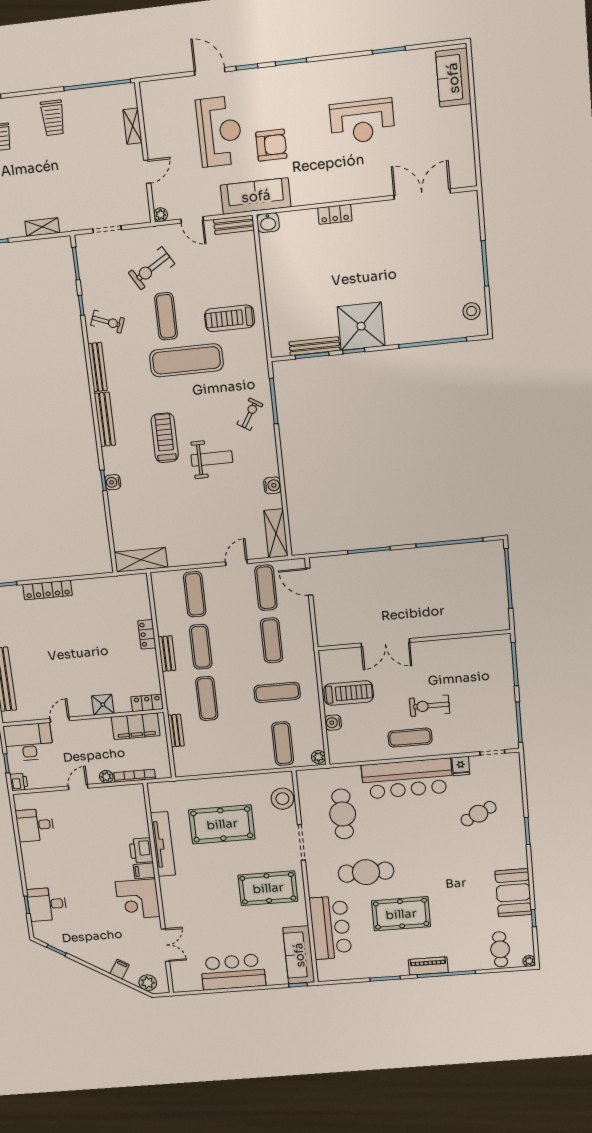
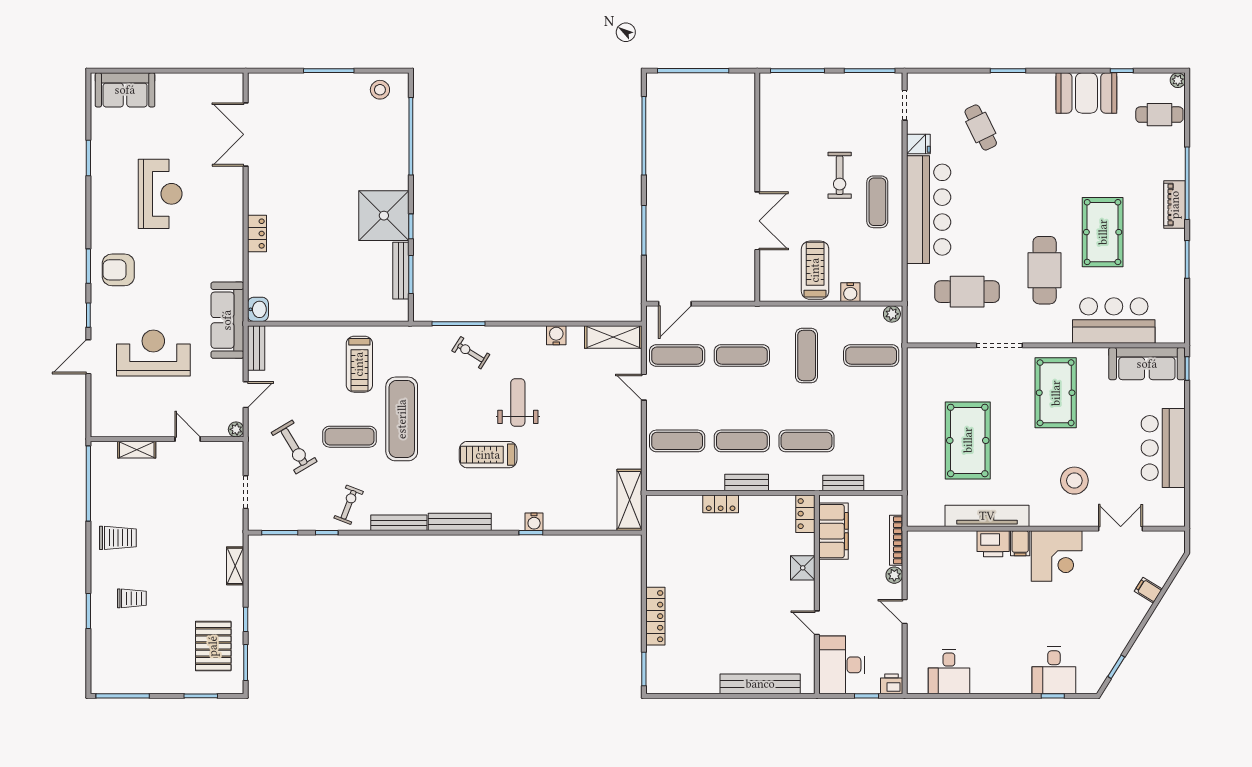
armchair: (271, 145) -> (118, 270), moved, turned -90
stool: (282, 799) -> (1074, 481), moved
plant: (148, 983) -> (1169, 557), removed

